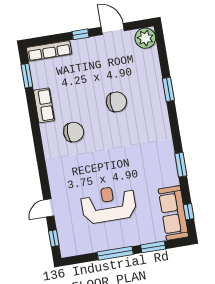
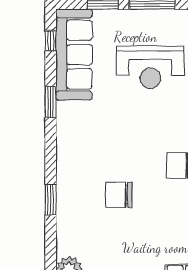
sofa: (173, 213) -> (74, 55), width x1.36, depth x1.27

